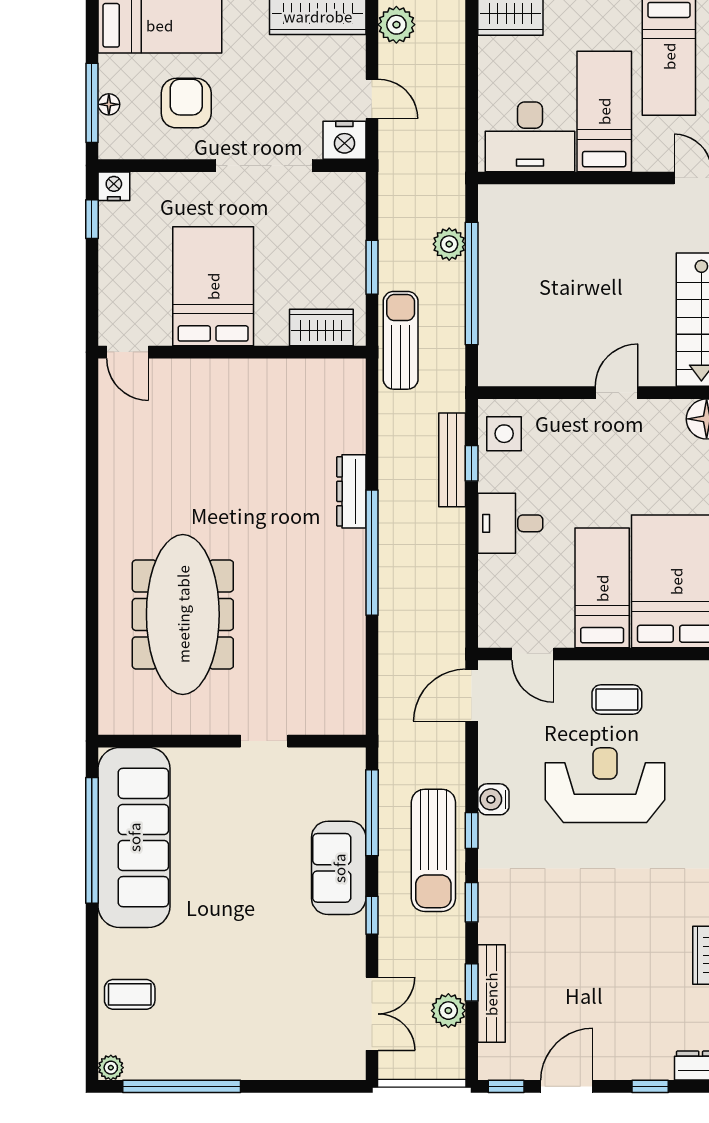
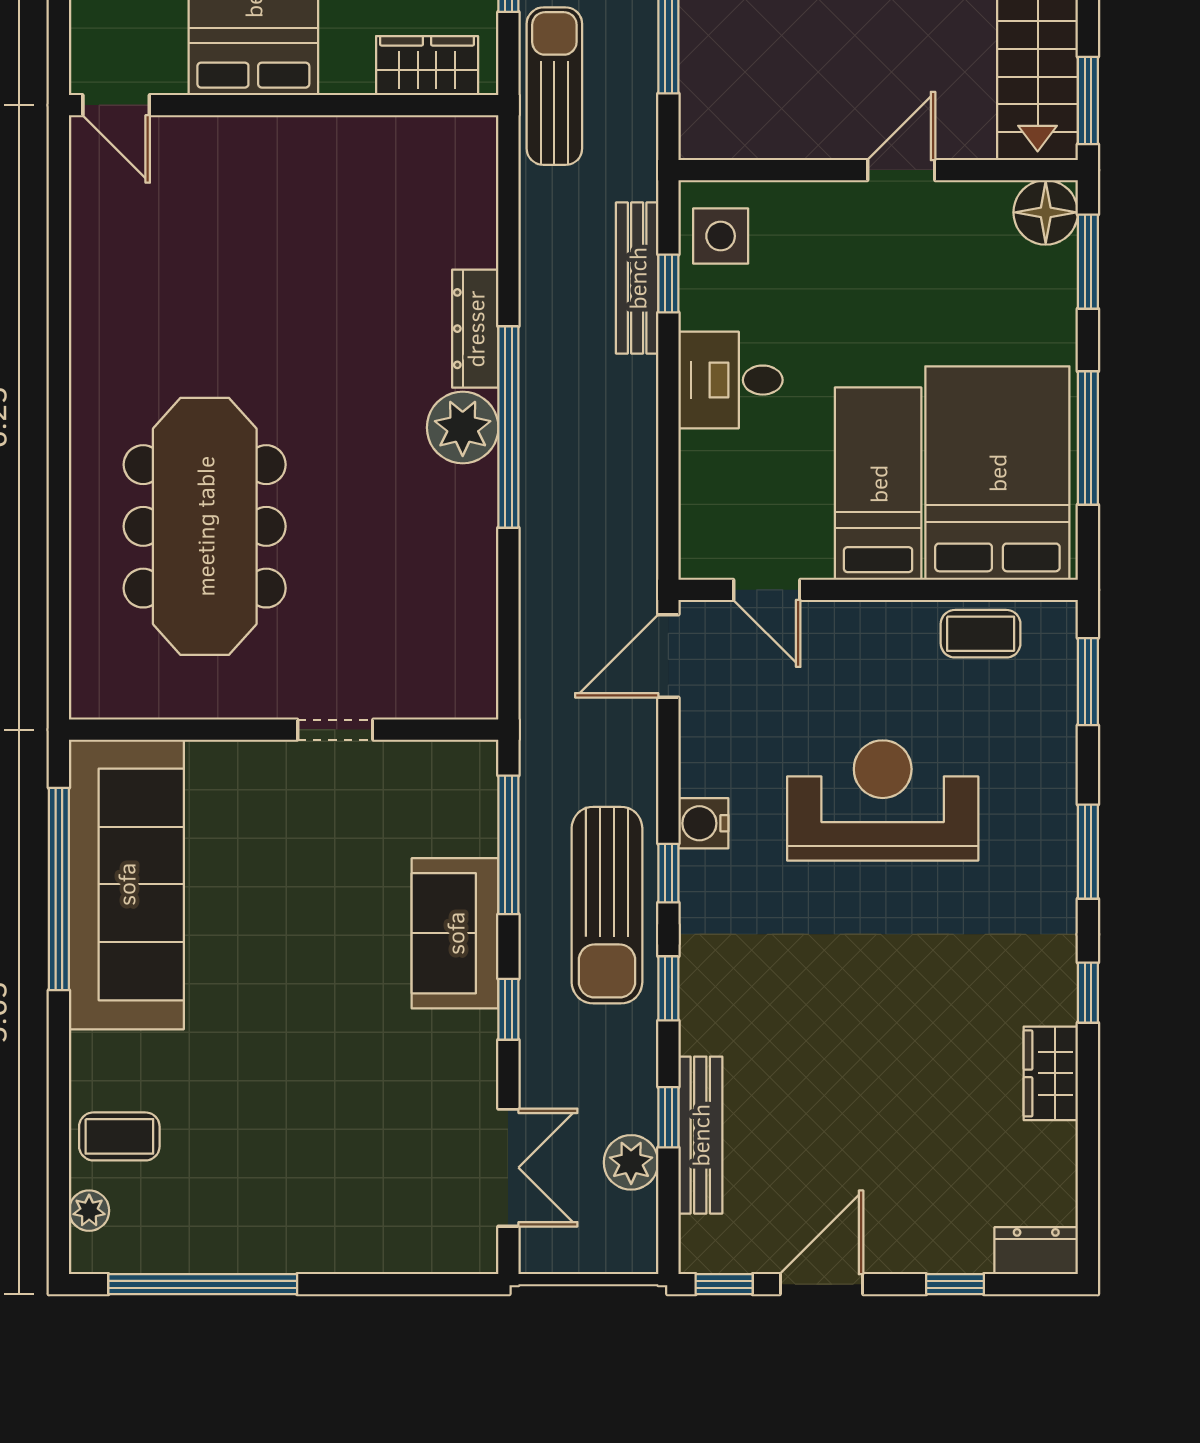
plant: (343, 553) -> (463, 428), added
coffee table: (617, 699) -> (981, 634), moved
plant: (111, 1068) -> (89, 1211), moved

